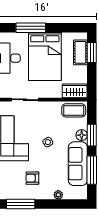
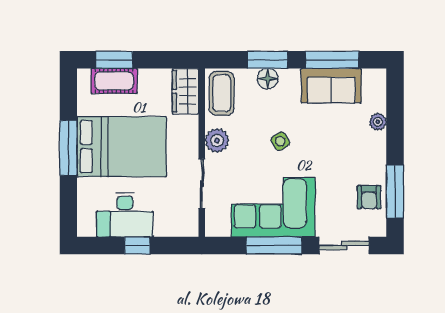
window: (31, 28) -> (68, 148), moved
plant: (48, 108) -> (217, 140), added
sofa: (78, 164) -> (331, 86), width x0.73
armchair: (32, 178) -> (369, 197), moved

